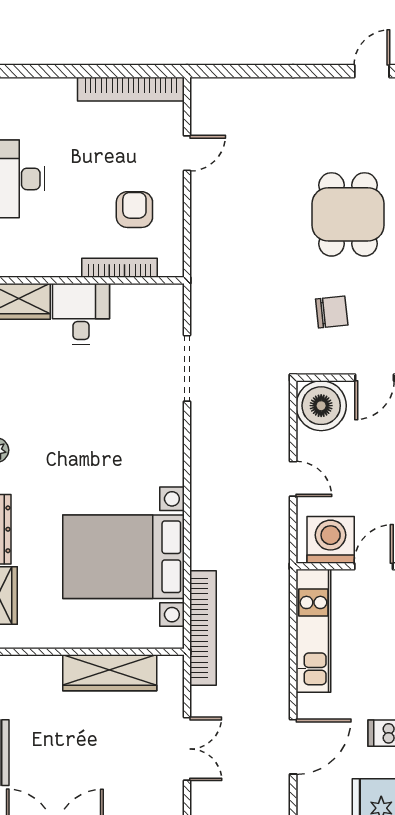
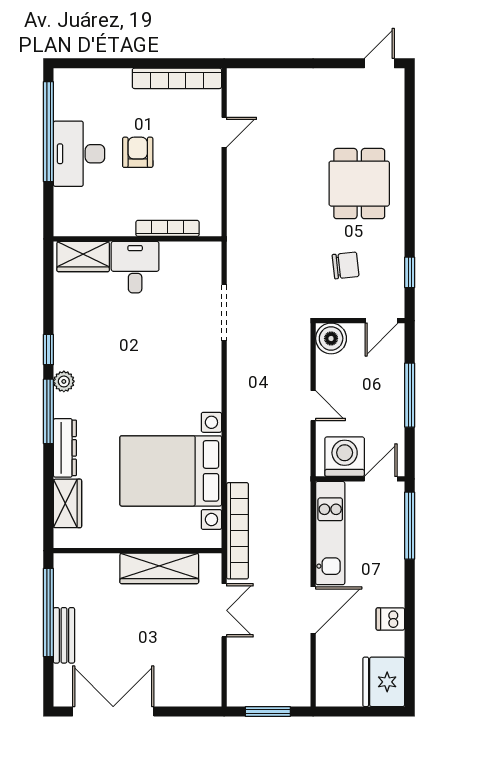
armchair: (134, 210) -> (138, 152), moved
boiler: (321, 406) -> (331, 338), width x0.73, depth x0.73
door: (293, 747) -> (313, 610), moved
double door: (187, 749) -> (224, 610), moved

